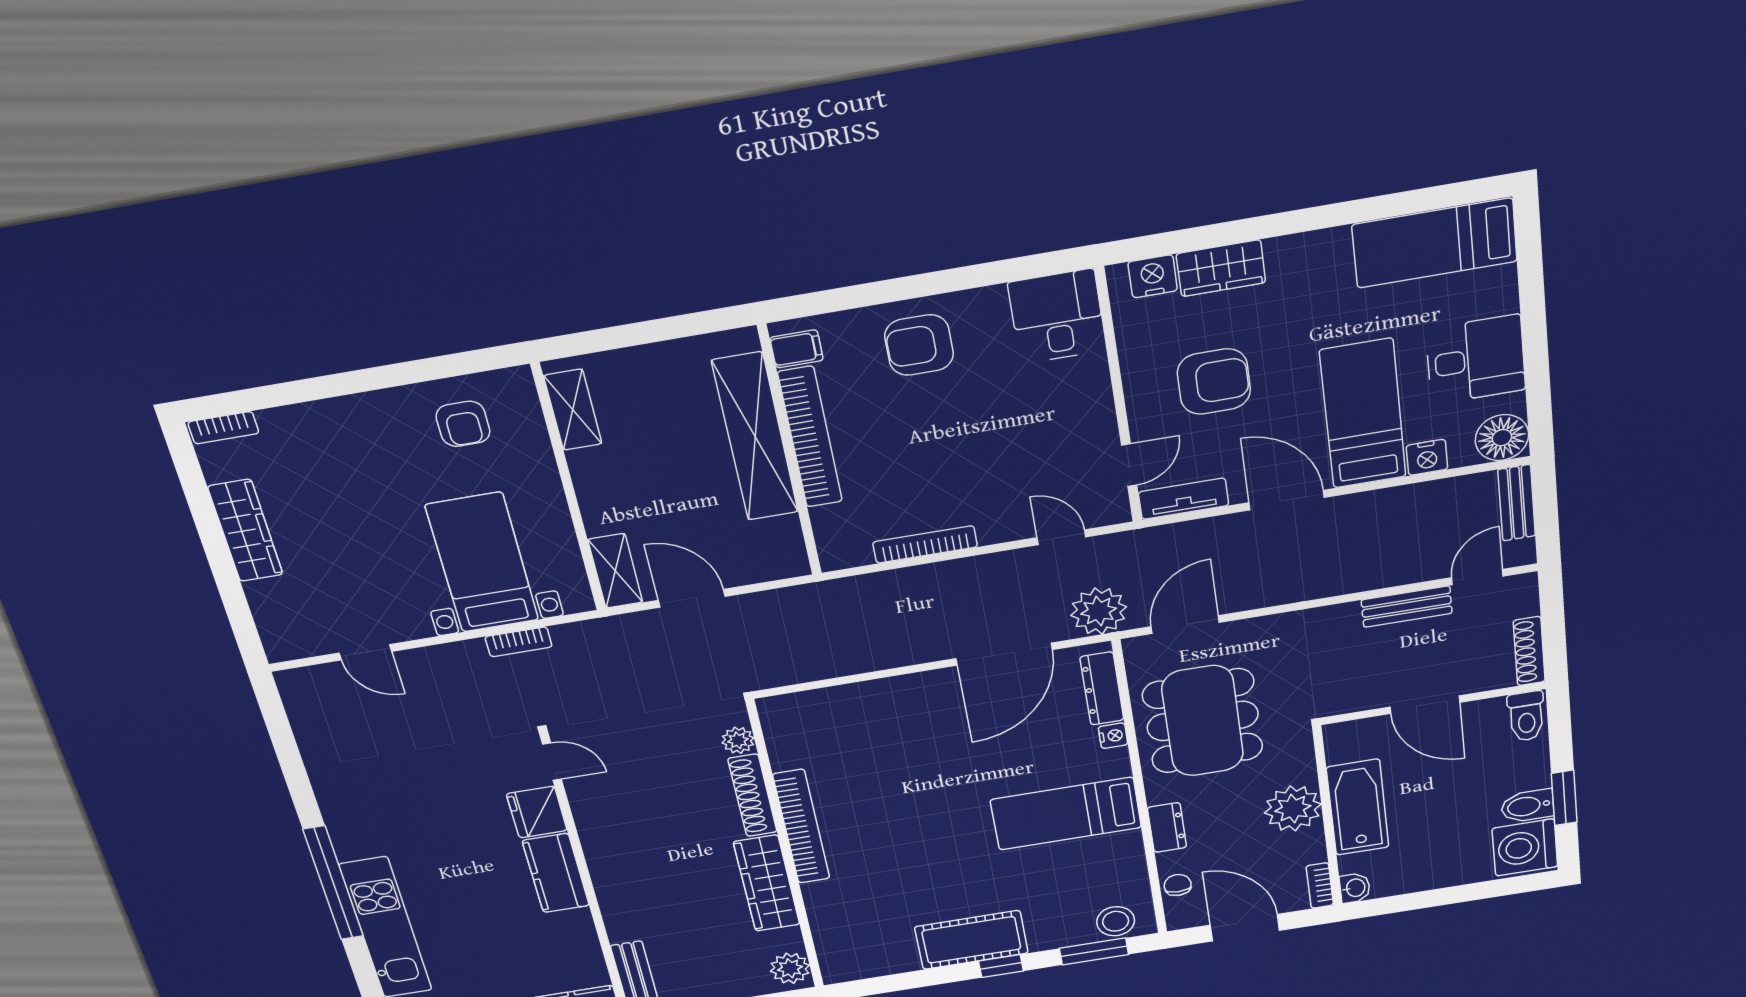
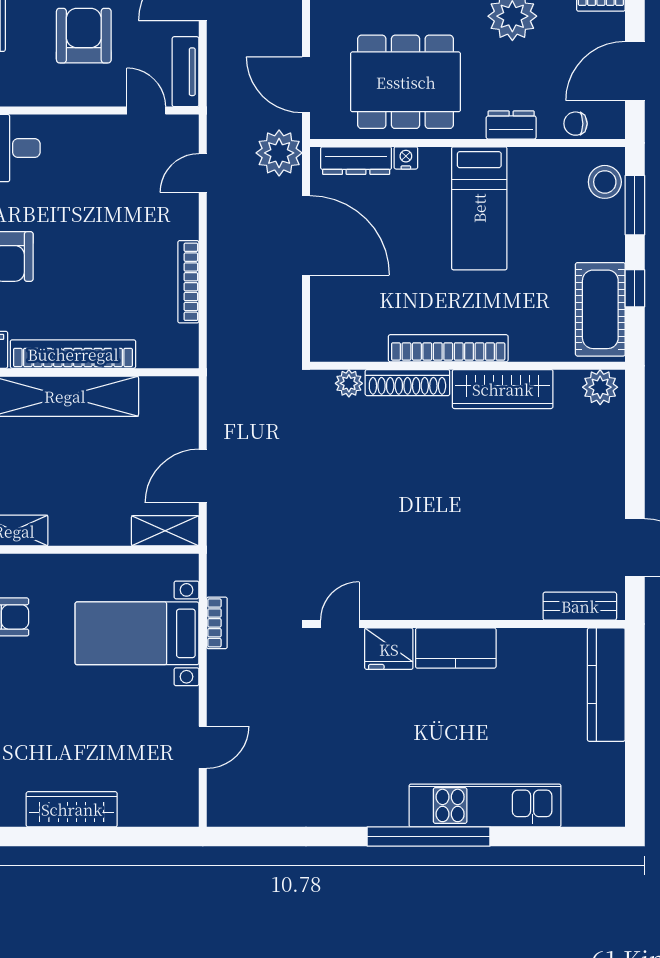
plant: (738, 740) -> (349, 383), moved
shoe rack: (752, 795) -> (407, 383), moved
bookcase: (801, 827) -> (448, 348), moved
wall: (786, 847) -> (468, 366), moved
wardrobe: (767, 883) -> (503, 389), moved
plant: (790, 968) -> (600, 387), moved

